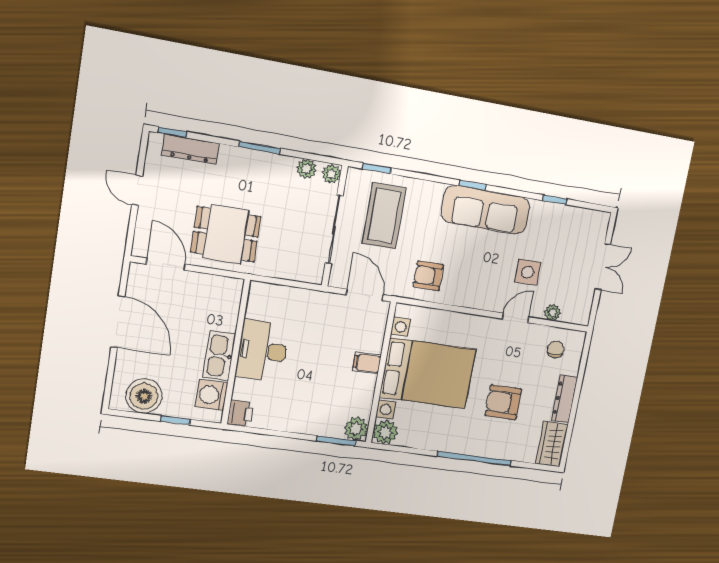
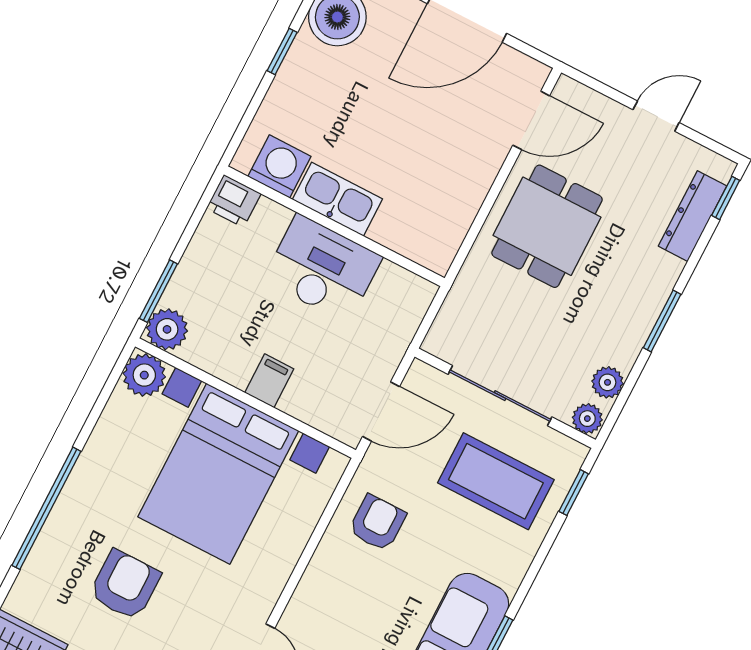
desk: (262, 351) -> (323, 268), moved
wall: (236, 352) -> (334, 226), moved
kitchen sink: (219, 356) -> (337, 199), moved
washing machine: (211, 395) -> (279, 166), moved
printer: (240, 413) -> (234, 201), moved

